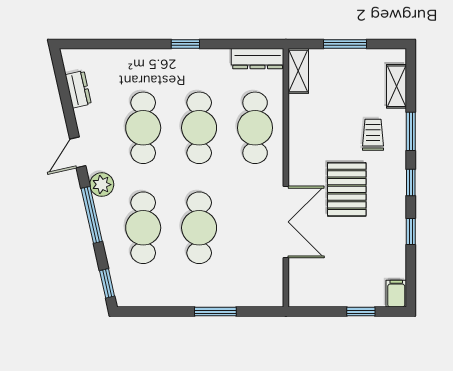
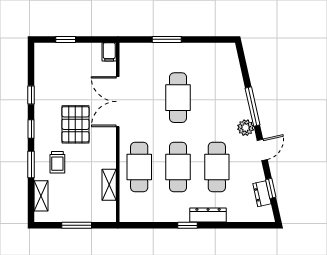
dresser: (258, 59) -> (208, 215), moved
shelving: (298, 71) -> (109, 185), moved
cafe table: (143, 228) -> (217, 98), removed
window: (107, 283) -> (271, 188), moved
filing cabinet: (396, 294) -> (109, 52), moved

